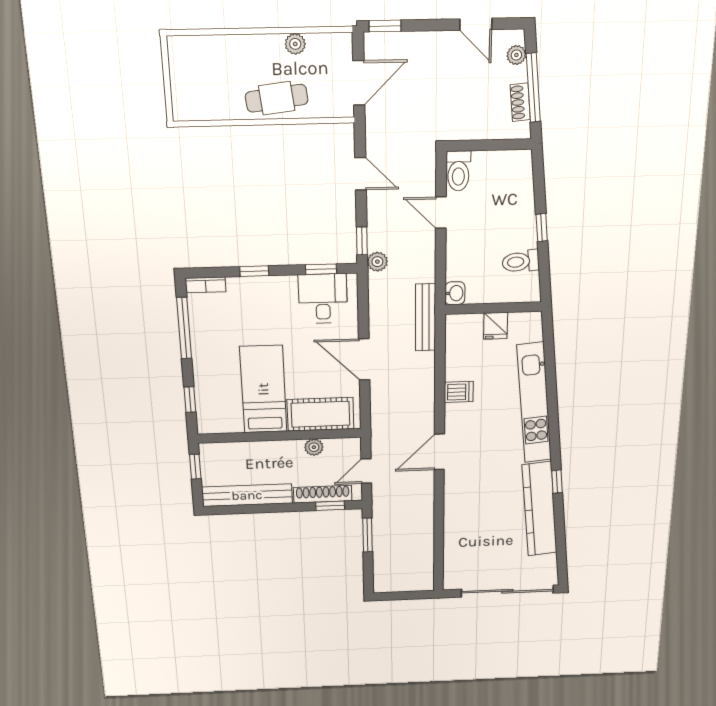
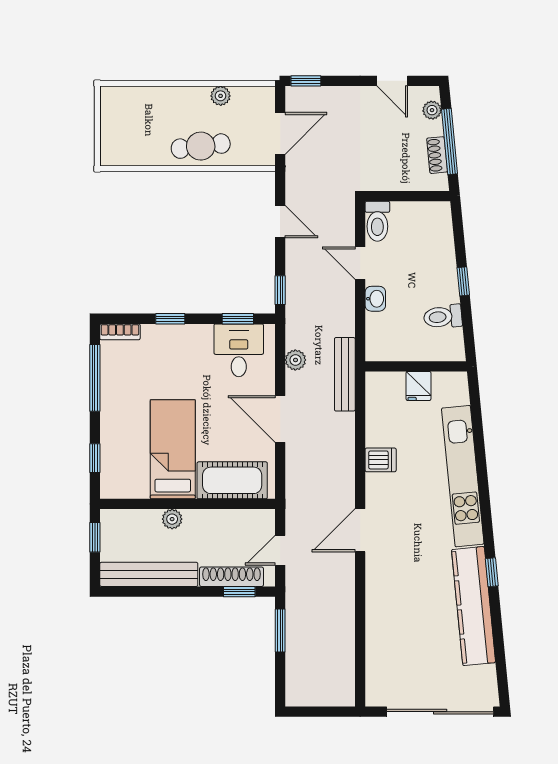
plant: (377, 262) -> (295, 360), moved
washbasin: (455, 293) -> (375, 299), moved
plant: (314, 447) -> (172, 519), moved

